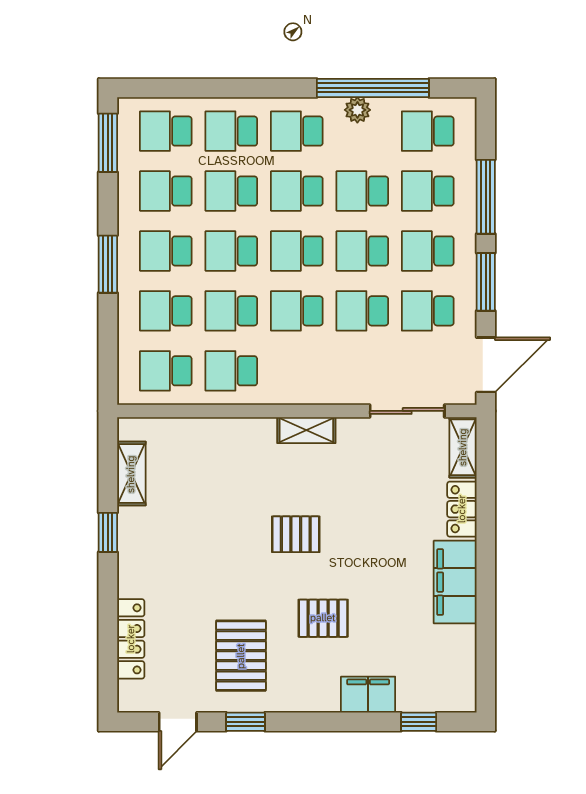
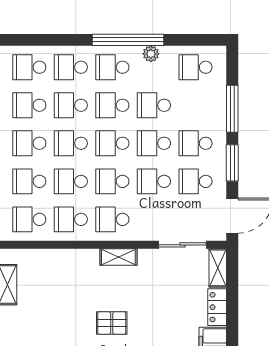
window: (373, 88) -> (128, 40), moved
school desk: (428, 191) -> (112, 219), moved

